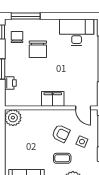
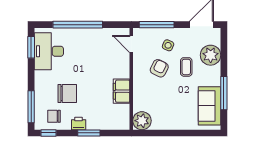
window: (80, 16) -> (31, 47), added
printer: (10, 83) -> (79, 123), moved
filing cabinet: (53, 99) -> (122, 91), moved
door: (83, 108) -> (131, 44), swing flipped

